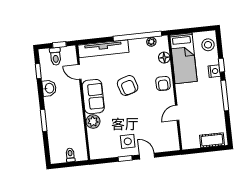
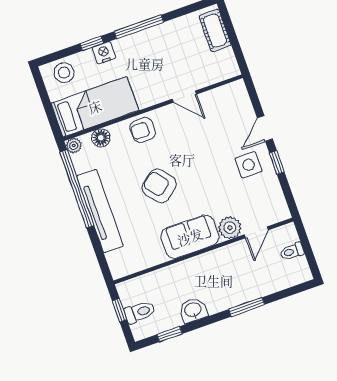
plant: (151, 42) -> (74, 146), moved
tv unit: (103, 49) -> (100, 211), moved
door: (79, 72) -> (256, 232), moved
armchair: (163, 83) -> (143, 130), turned 180
armchair: (128, 86) -> (159, 186), turned -112

